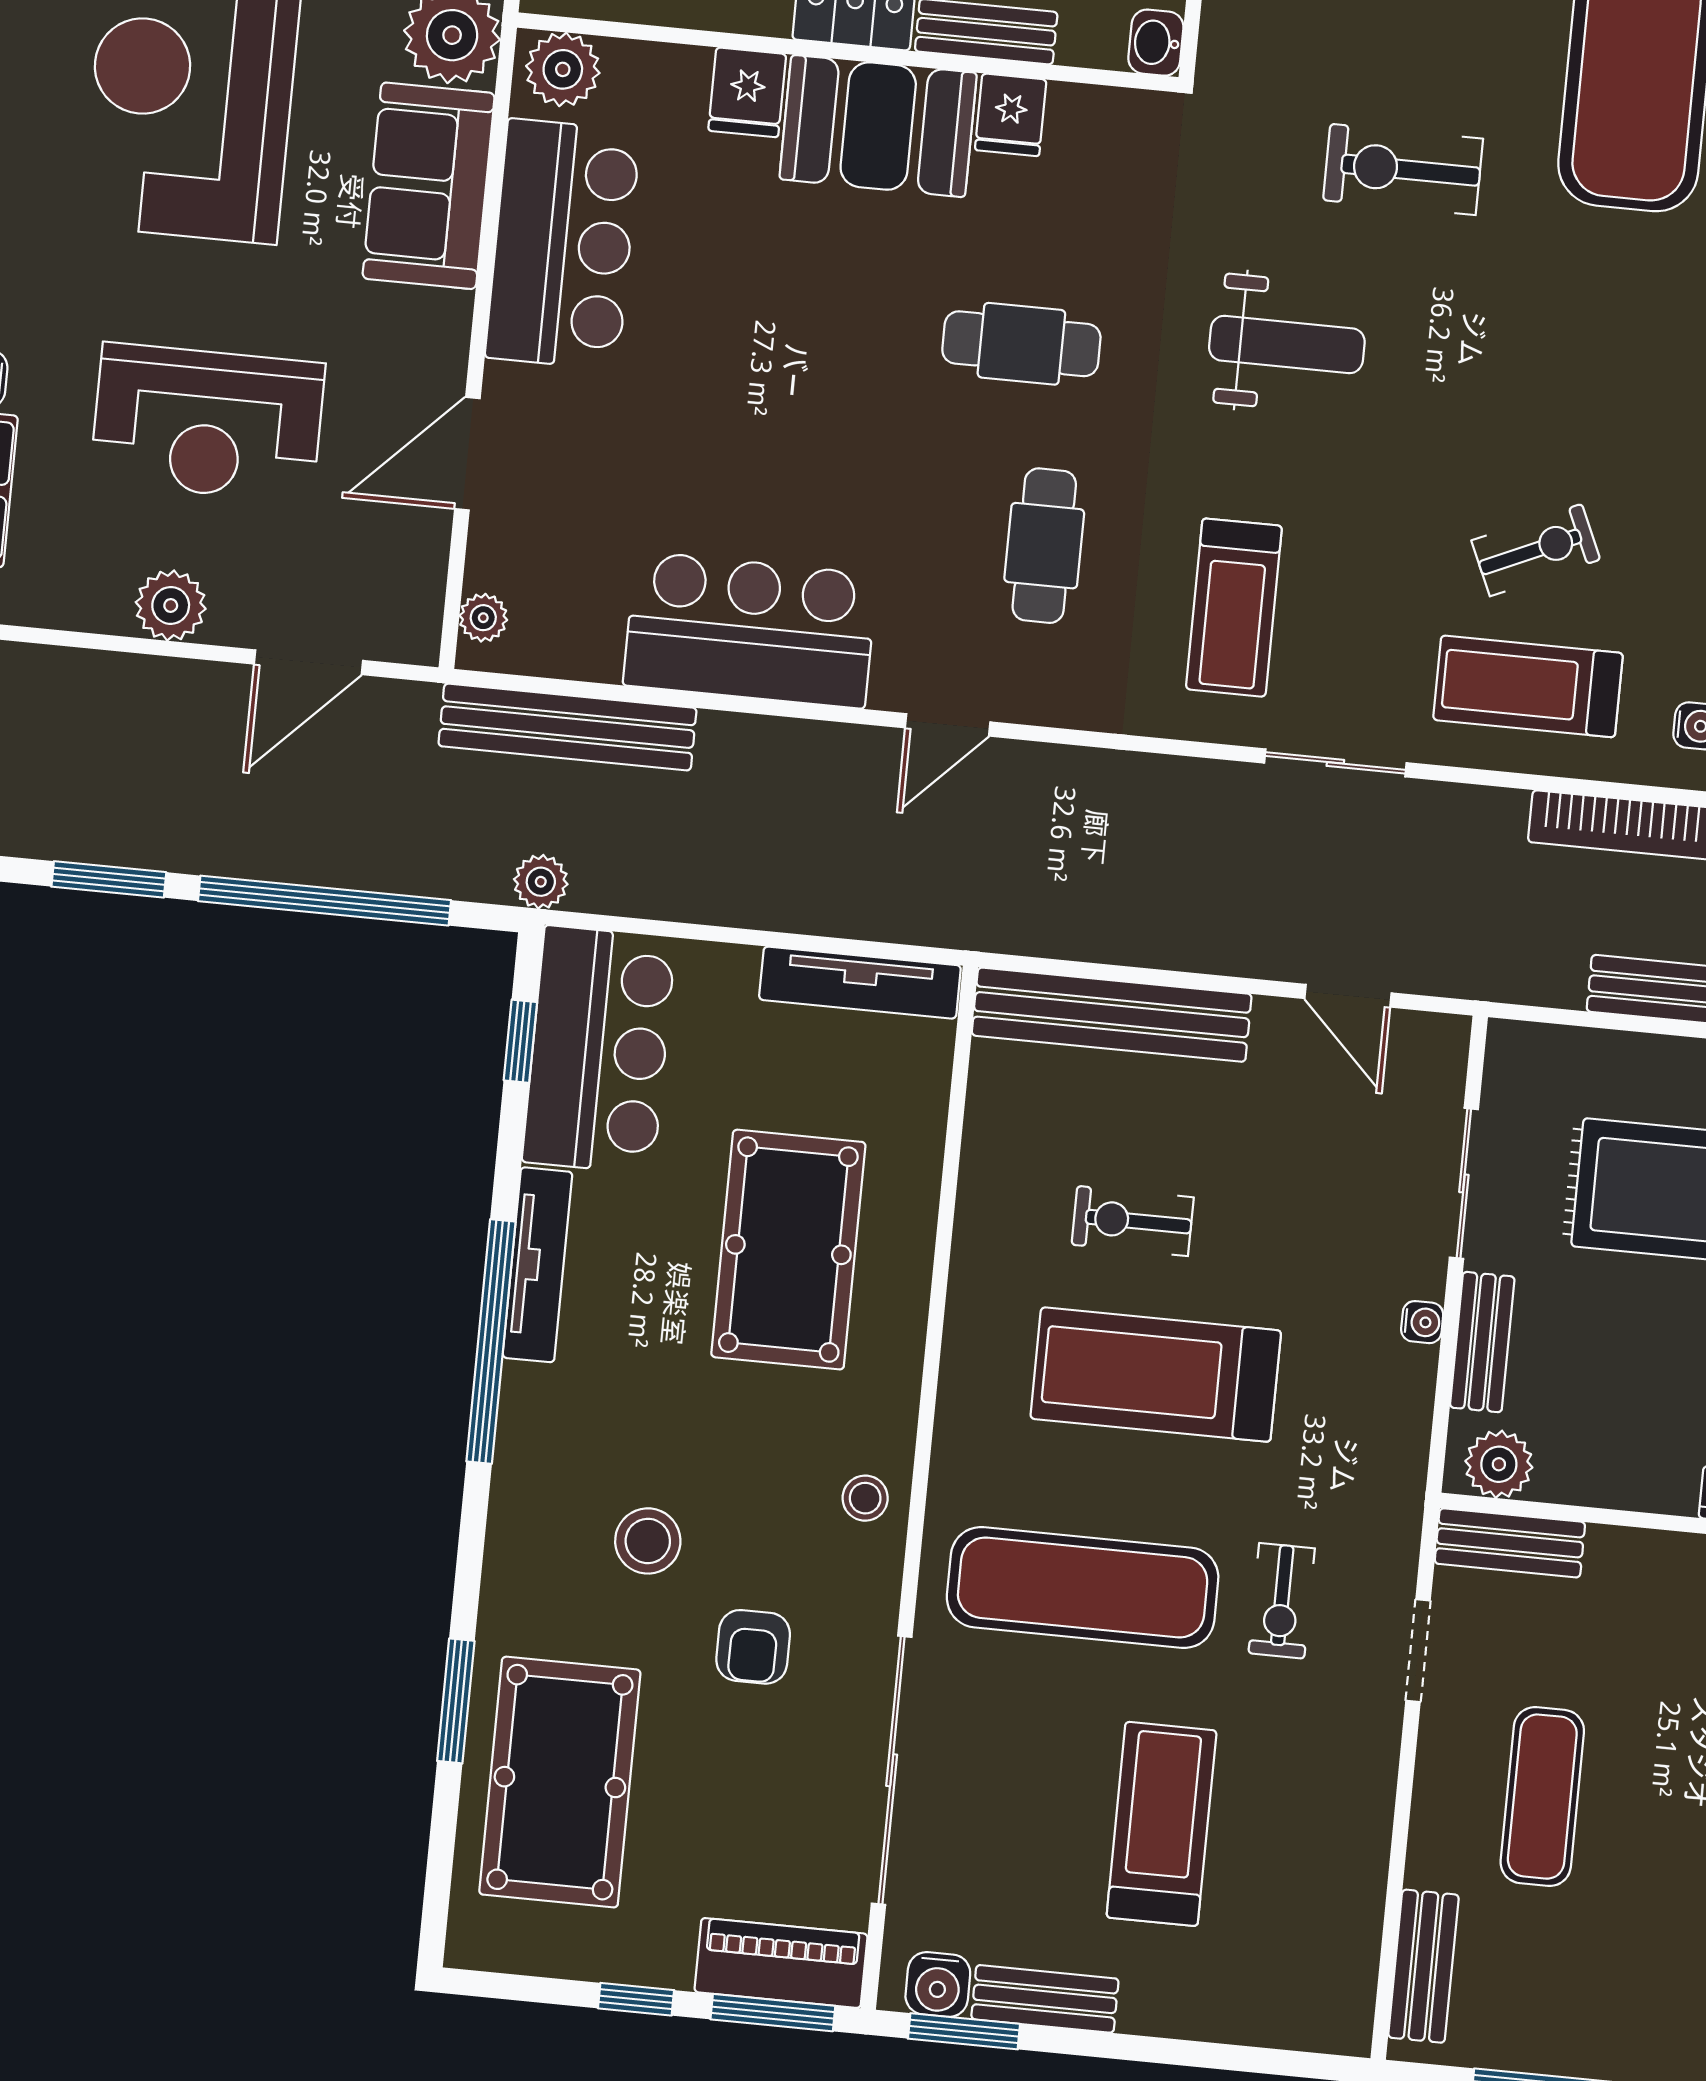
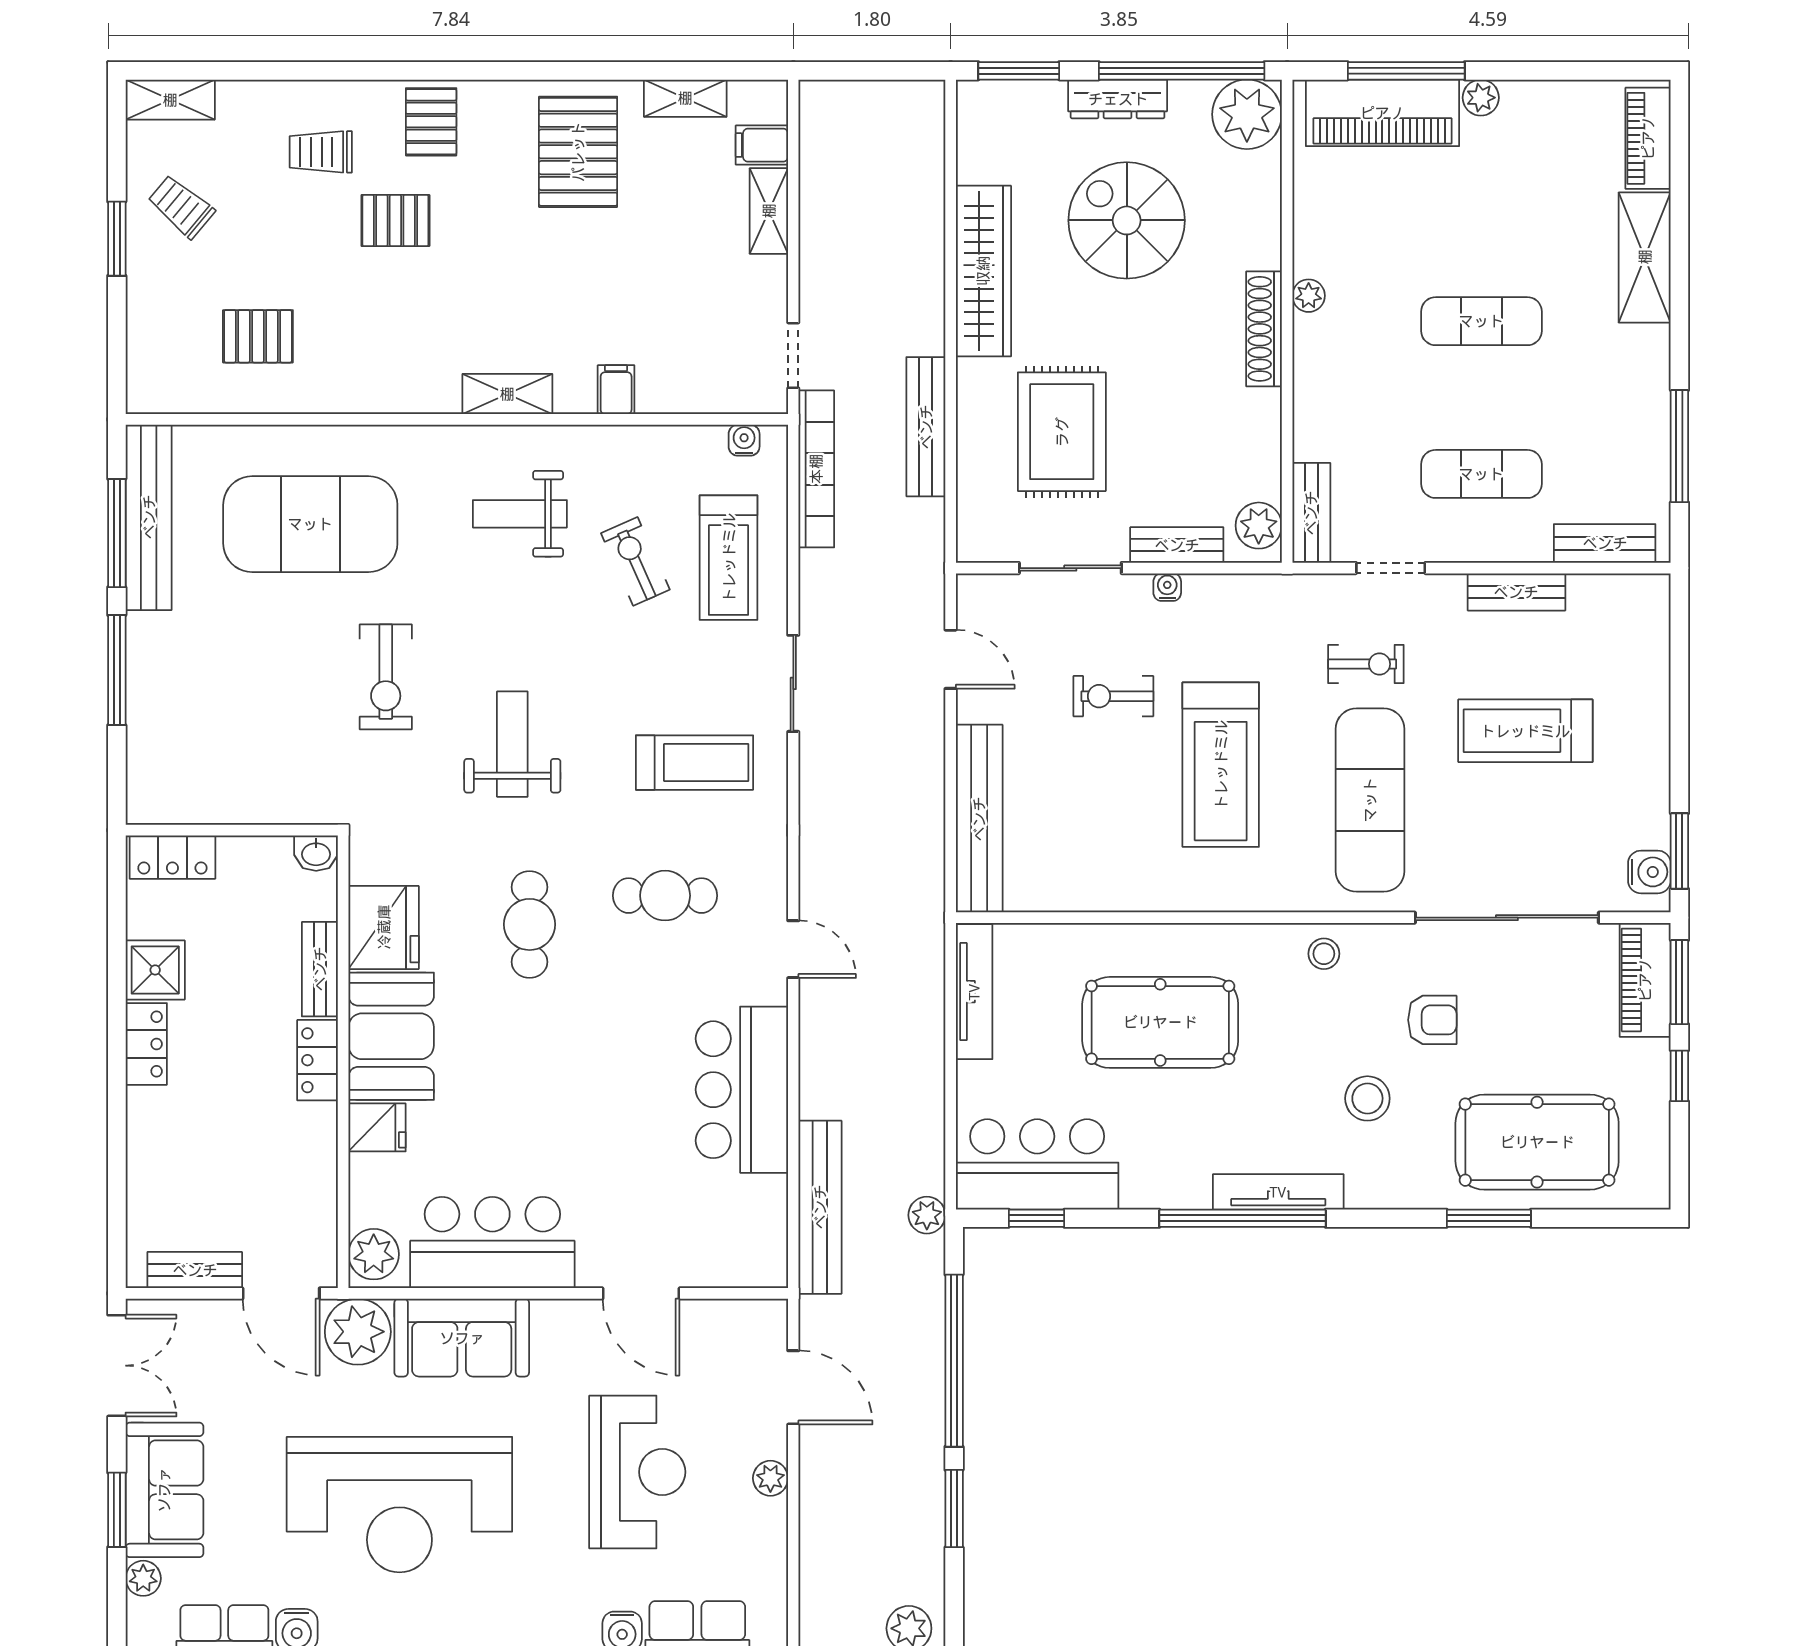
fridge: (1011, 115) -> (384, 927), width x1.88, depth x1.34
weight bench: (1622, 388) -> (520, 514), added
plant: (171, 605) -> (770, 1478), width x0.73, depth x0.73
plant: (483, 618) -> (751, 1272), removed
door: (1348, 996) -> (951, 659), hinge flipped
exercise bike: (1133, 1221) -> (1113, 696), moved, turned 90
tv unit: (537, 1265) -> (1278, 1192), moved
bench: (1045, 1999) -> (1516, 592), moved, turned 90

